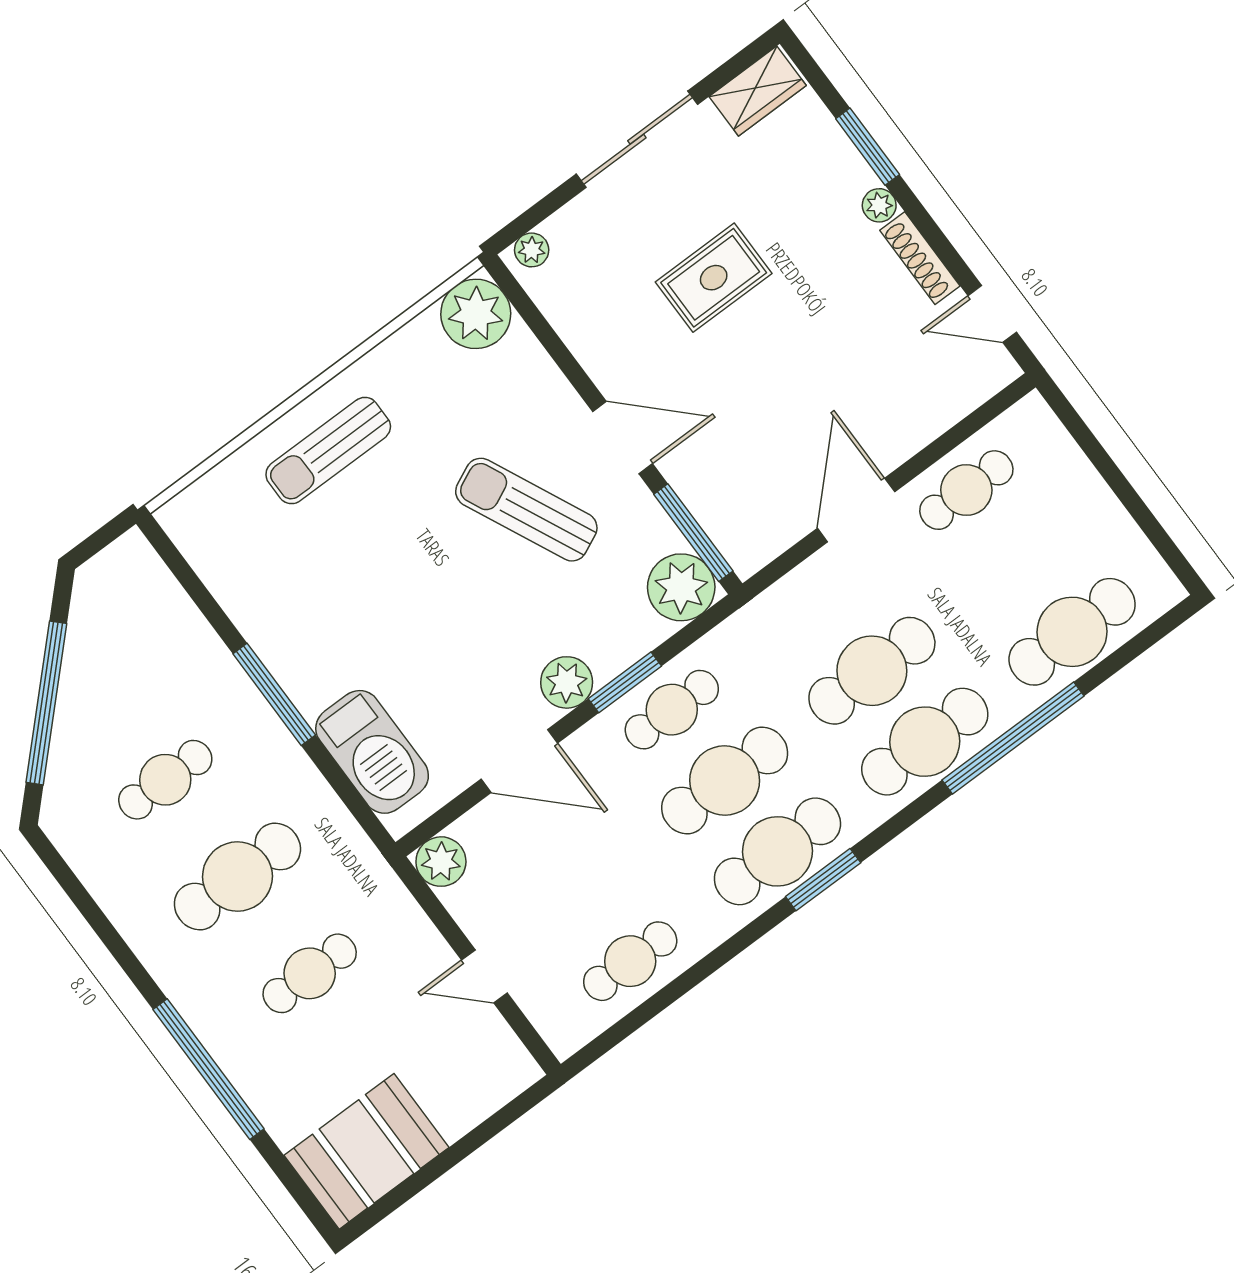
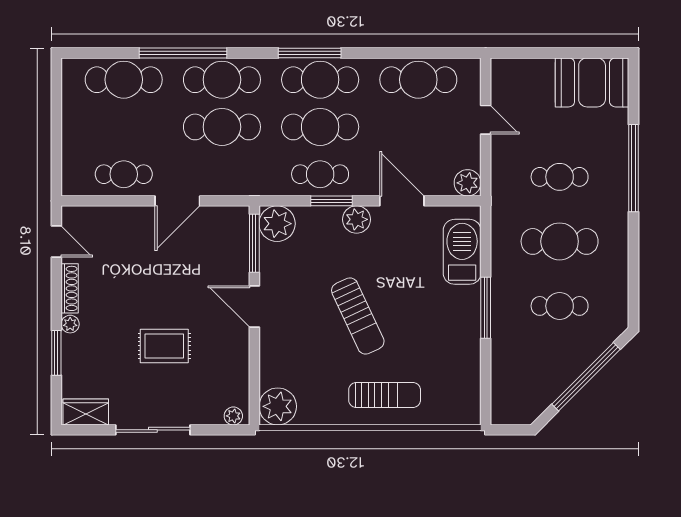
sun lounger: (526, 510) -> (358, 316), moved
window: (823, 880) -> (310, 53), width x1.44
cafe table: (630, 961) -> (418, 80), width x1.37, depth x1.35

